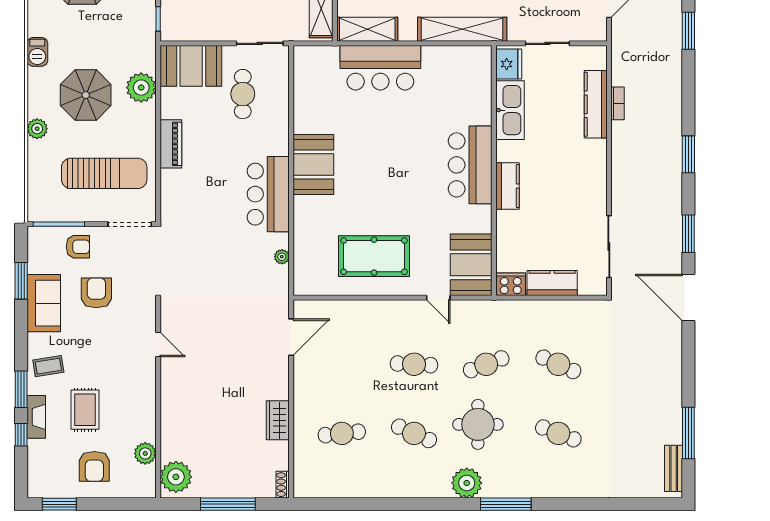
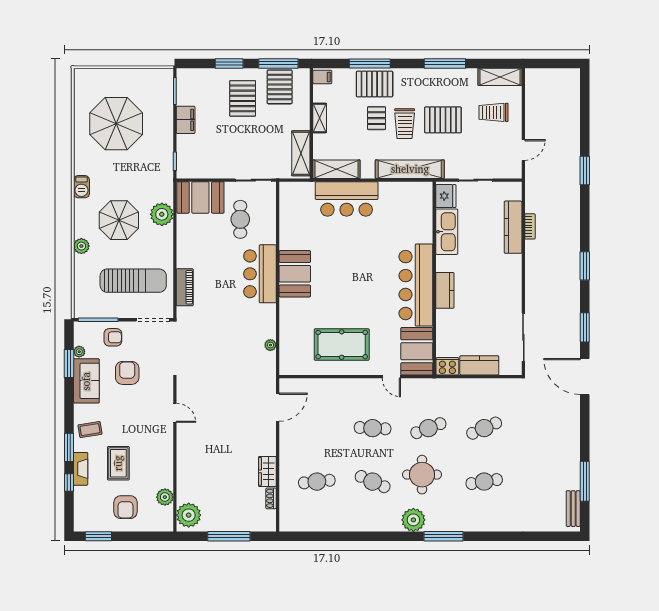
piano: (171, 144) -> (185, 287), moved
bar counter: (470, 165) -> (416, 285), width x1.36
bar counter: (268, 194) -> (260, 274), moved
plant: (34, 265) -> (79, 352), added
cafe table: (558, 364) -> (484, 428), turned -48
cafe table: (558, 433) -> (484, 482), turned -30
shoe rack: (283, 485) -> (271, 498), moved

